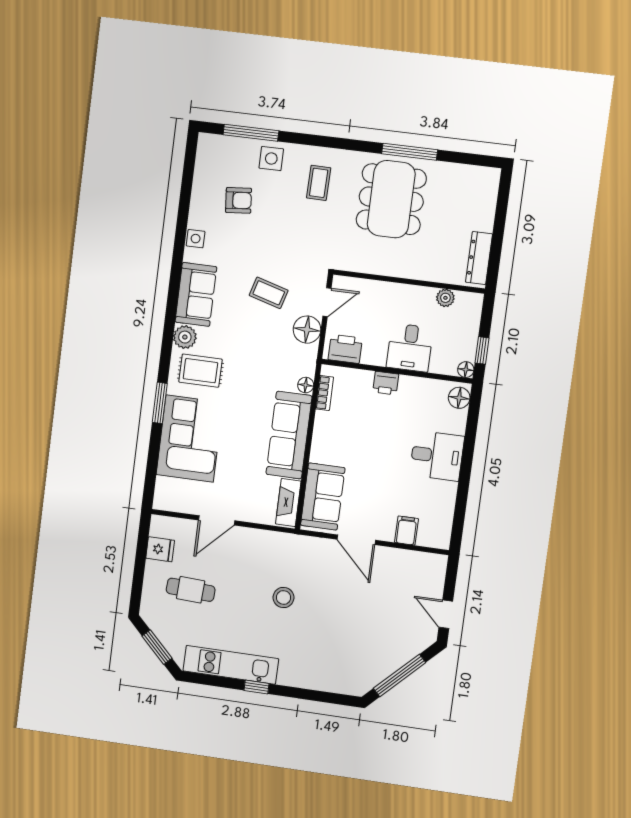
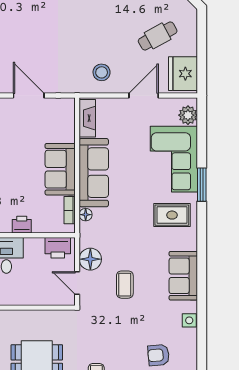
coffee table: (269, 293) -> (125, 285), turned 74
door: (327, 302) -> (77, 283), hinge flipped
plant: (185, 337) -> (188, 115), moved
sofa: (323, 497) -> (60, 169), moved
fridge: (160, 549) -> (183, 74), width x1.88, depth x1.34
cafe table: (191, 590) -> (158, 36), turned -32
stool: (284, 598) -> (102, 72), moved

